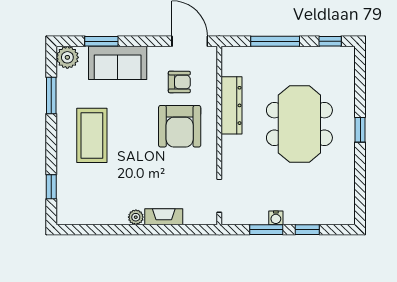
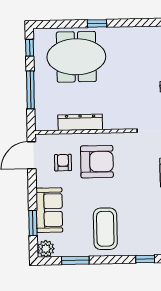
meeting table: (299, 124) -> (76, 57), moved
coffee table: (92, 135) -> (105, 229), turned 90

